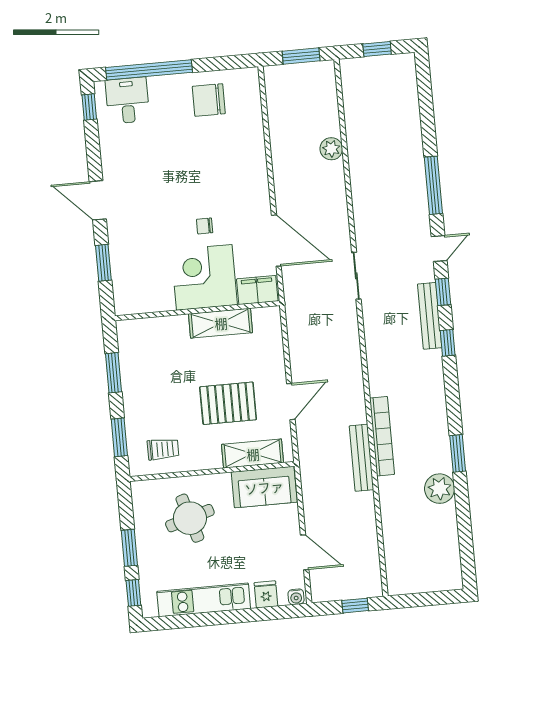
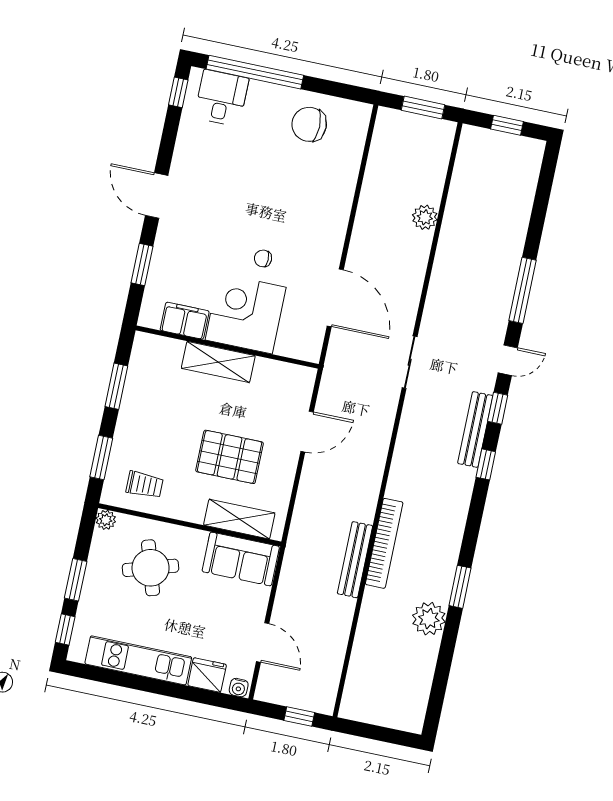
filing cabinet: (257, 290) -> (185, 321), moved
shelving: (221, 323) -> (218, 362), moved
door: (291, 402) -> (307, 432), moved
plant: (139, 489) -> (106, 520), added
fridge: (266, 594) -> (207, 675), width x1.38

